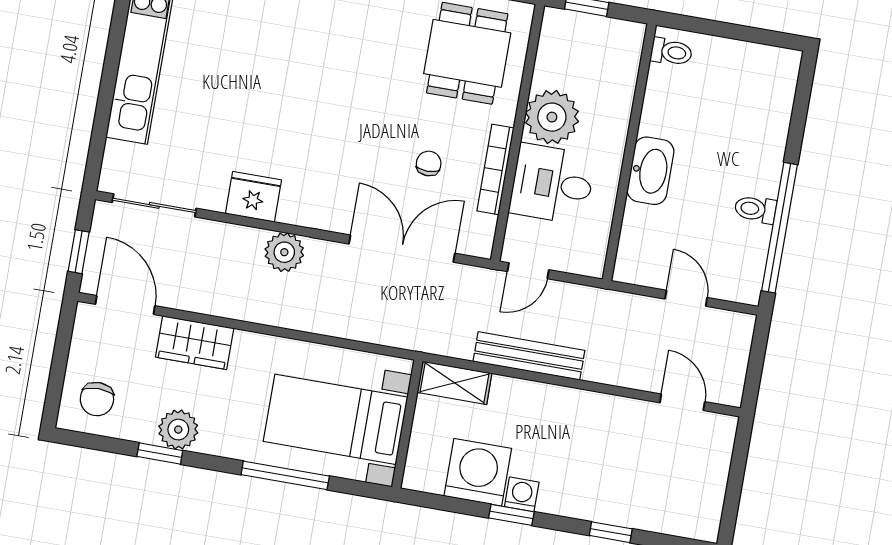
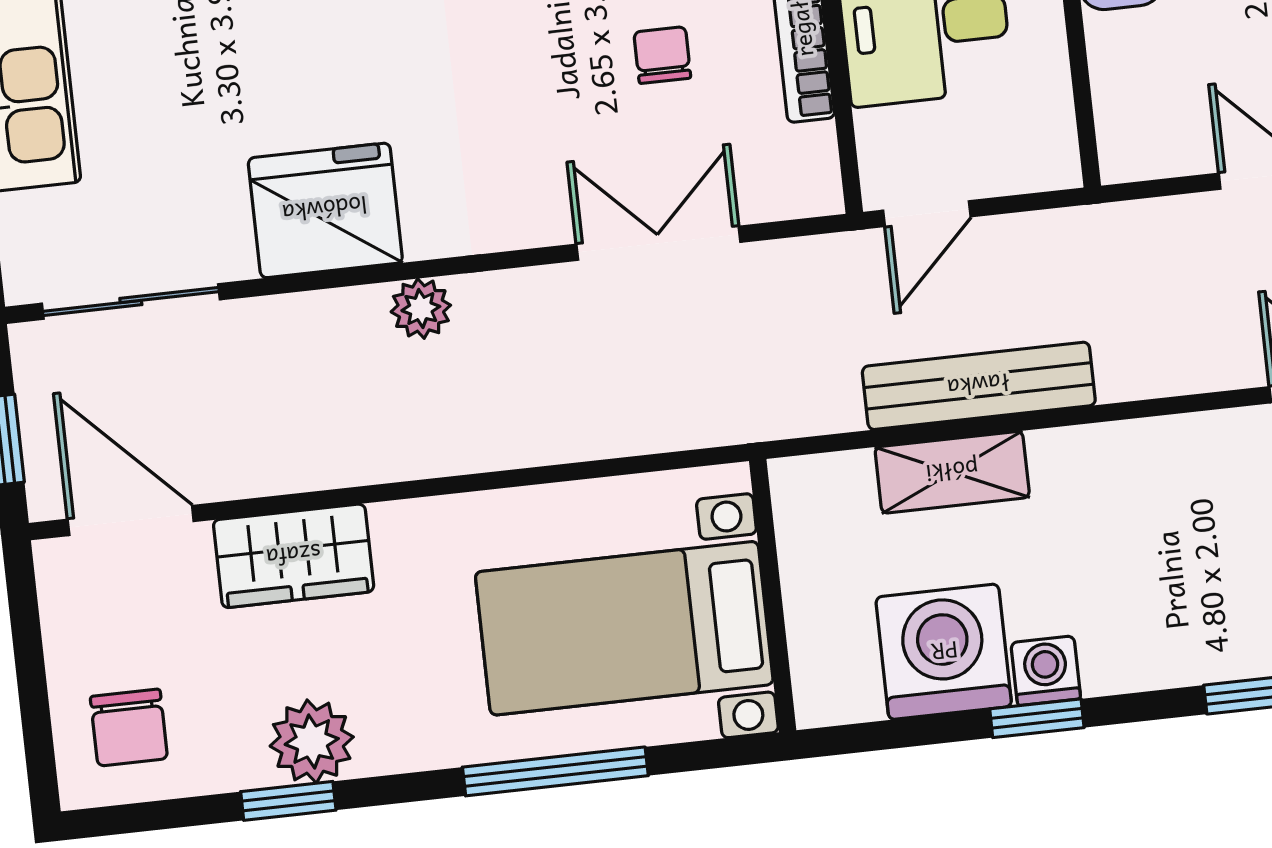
fridge: (253, 197) -> (325, 210), width x1.36, depth x1.34
double door: (402, 249) -> (658, 243), width x0.73
plant: (284, 252) -> (421, 309), width x0.73, depth x0.73
shelving: (455, 383) -> (952, 472), moved

